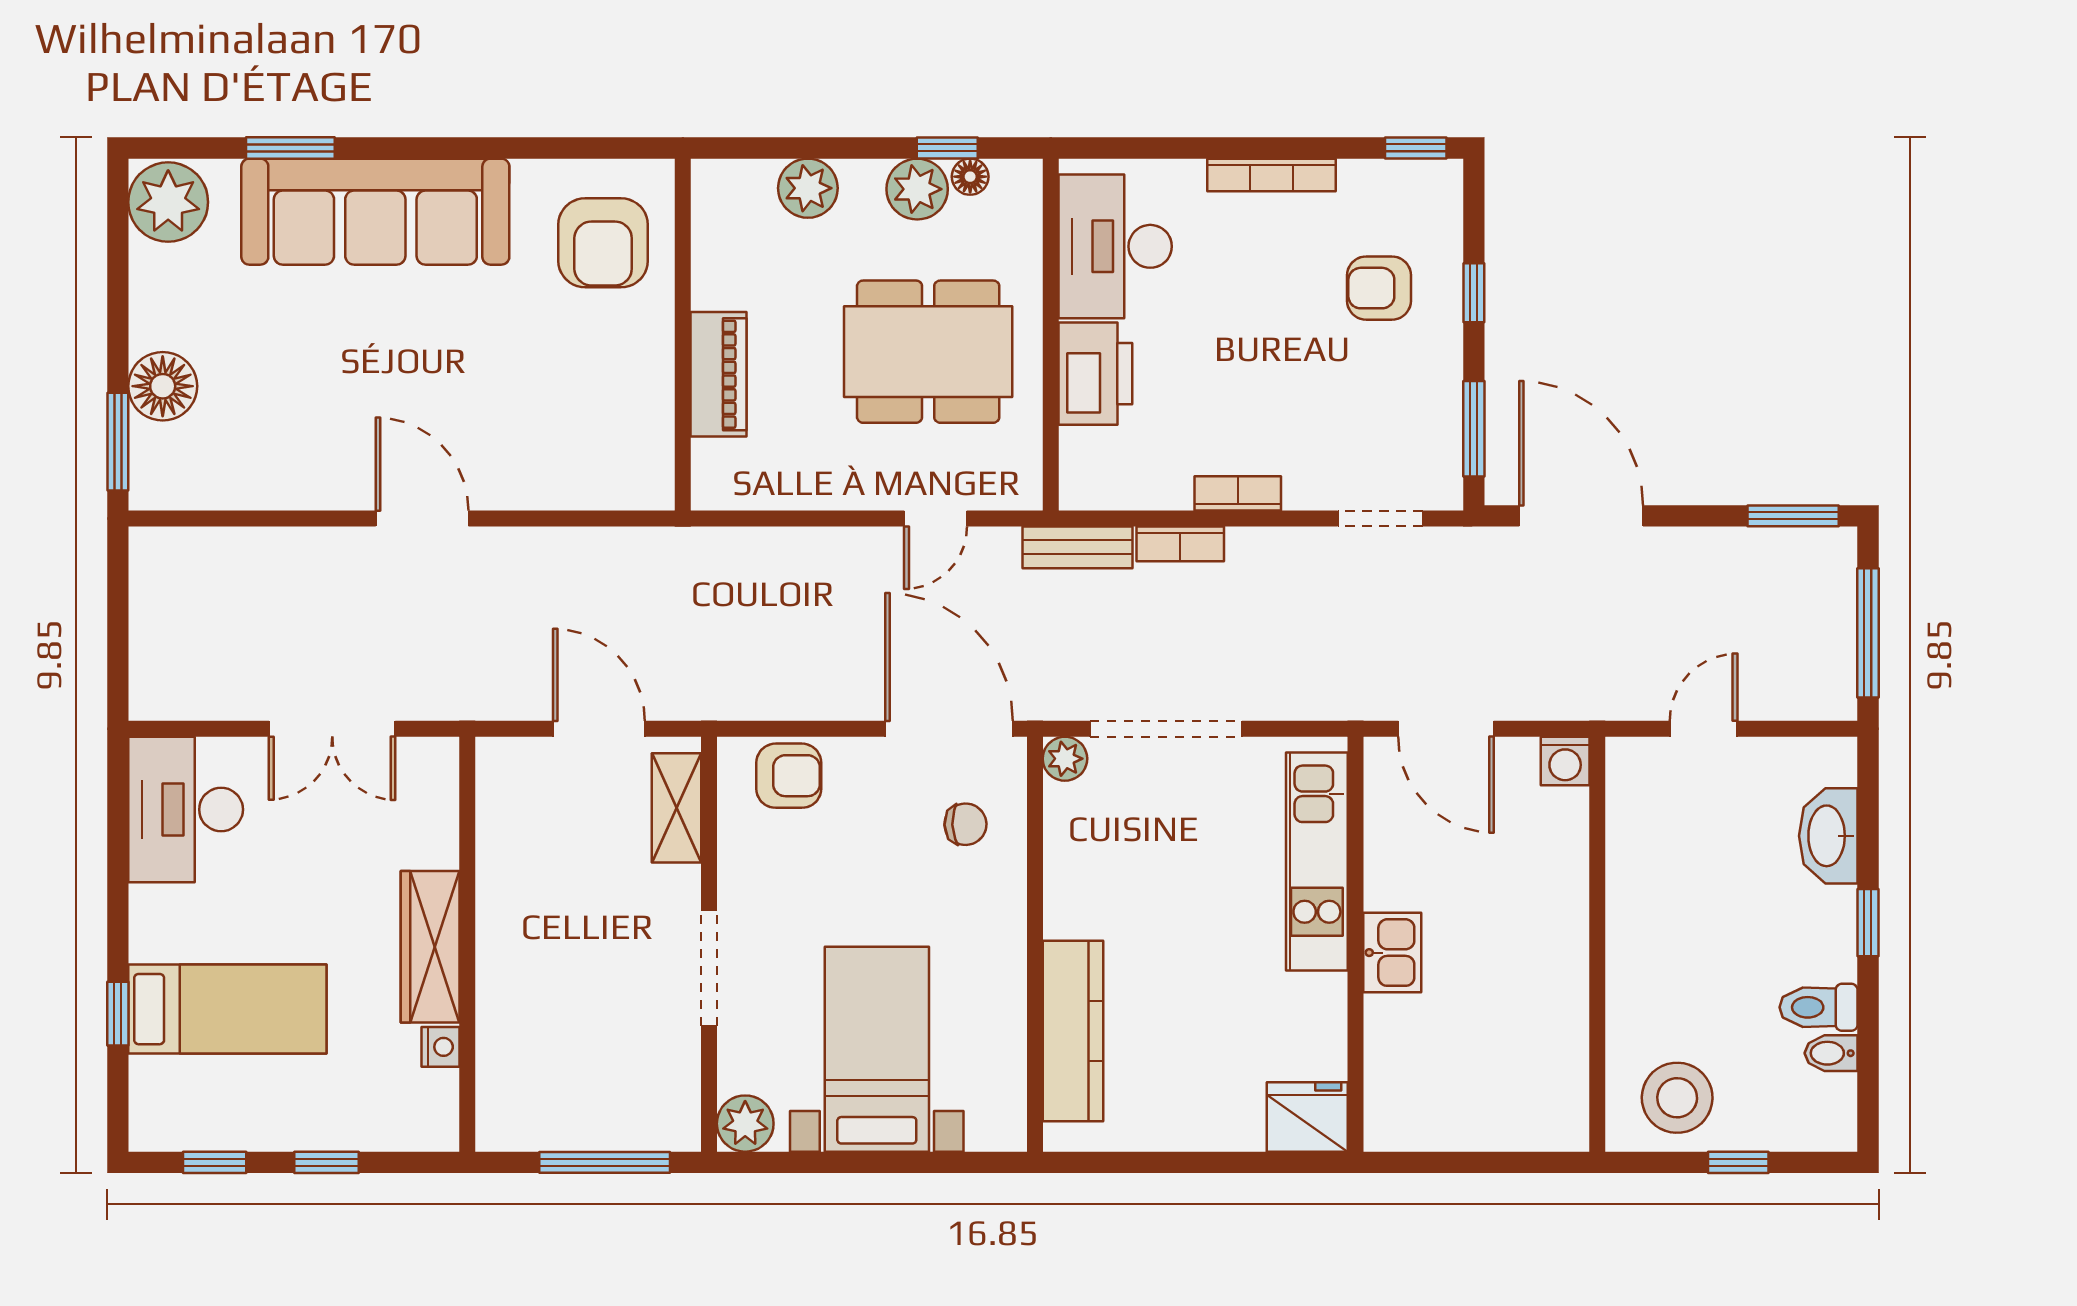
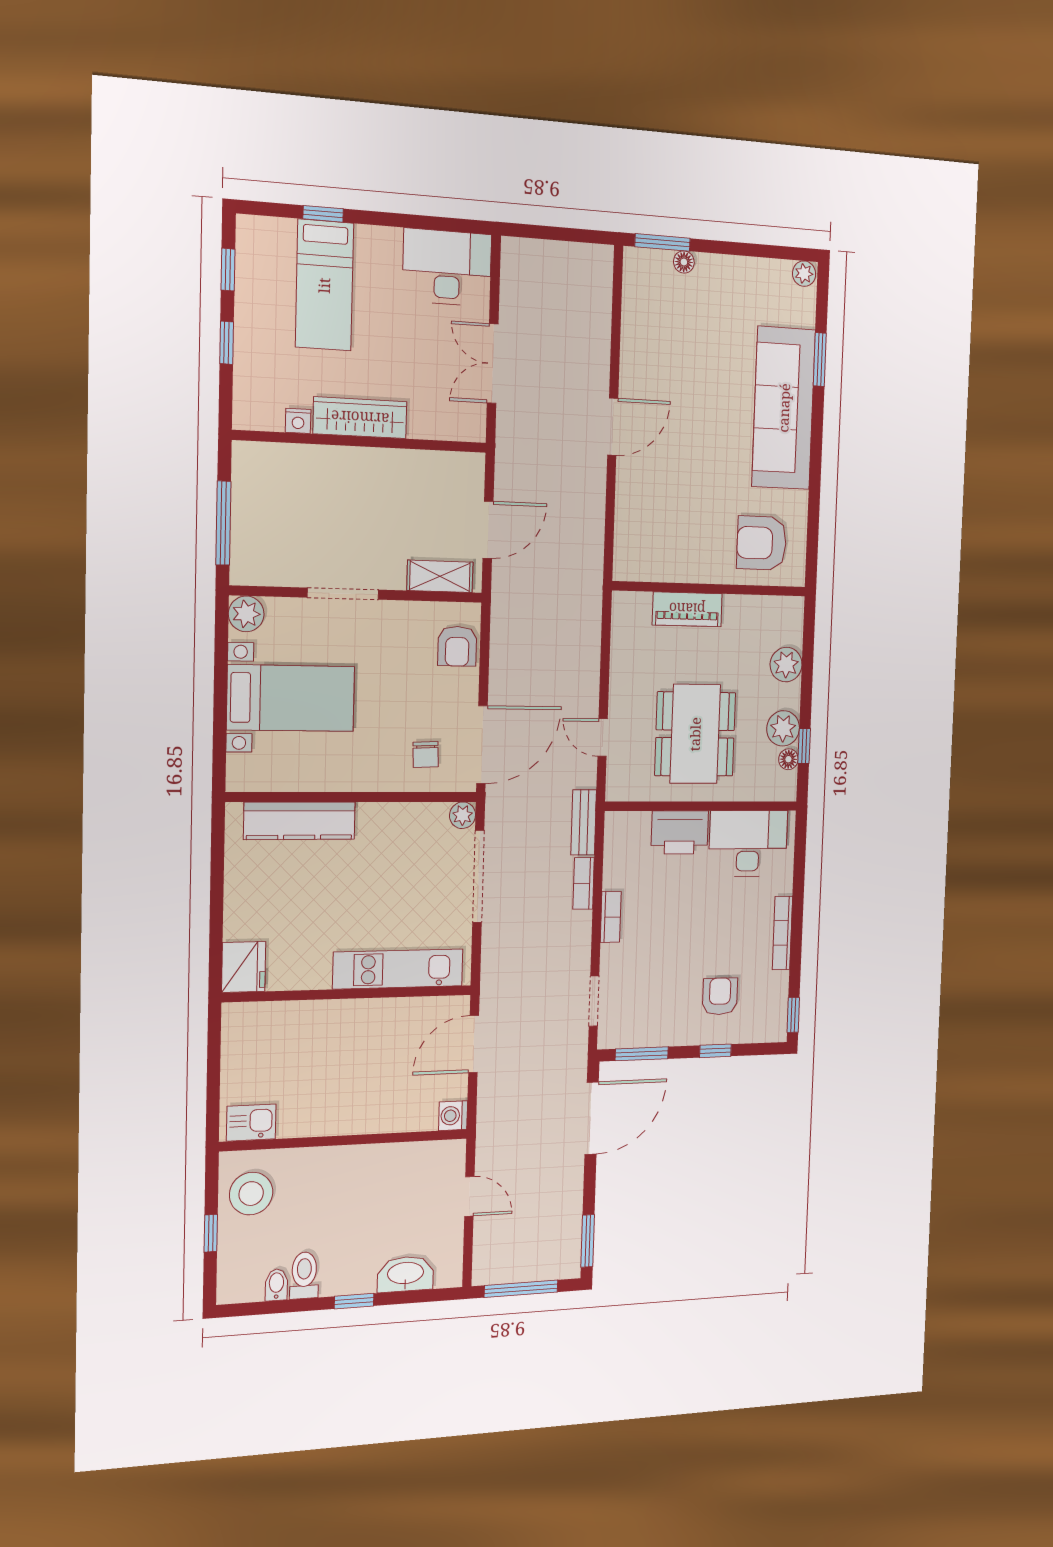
plant: (168, 202) -> (804, 274), width x0.53, depth x0.53
floor lamp: (163, 386) -> (684, 262), width x0.53, depth x0.53
kitchen sink: (1392, 953) -> (251, 1123), moved, turned 180

